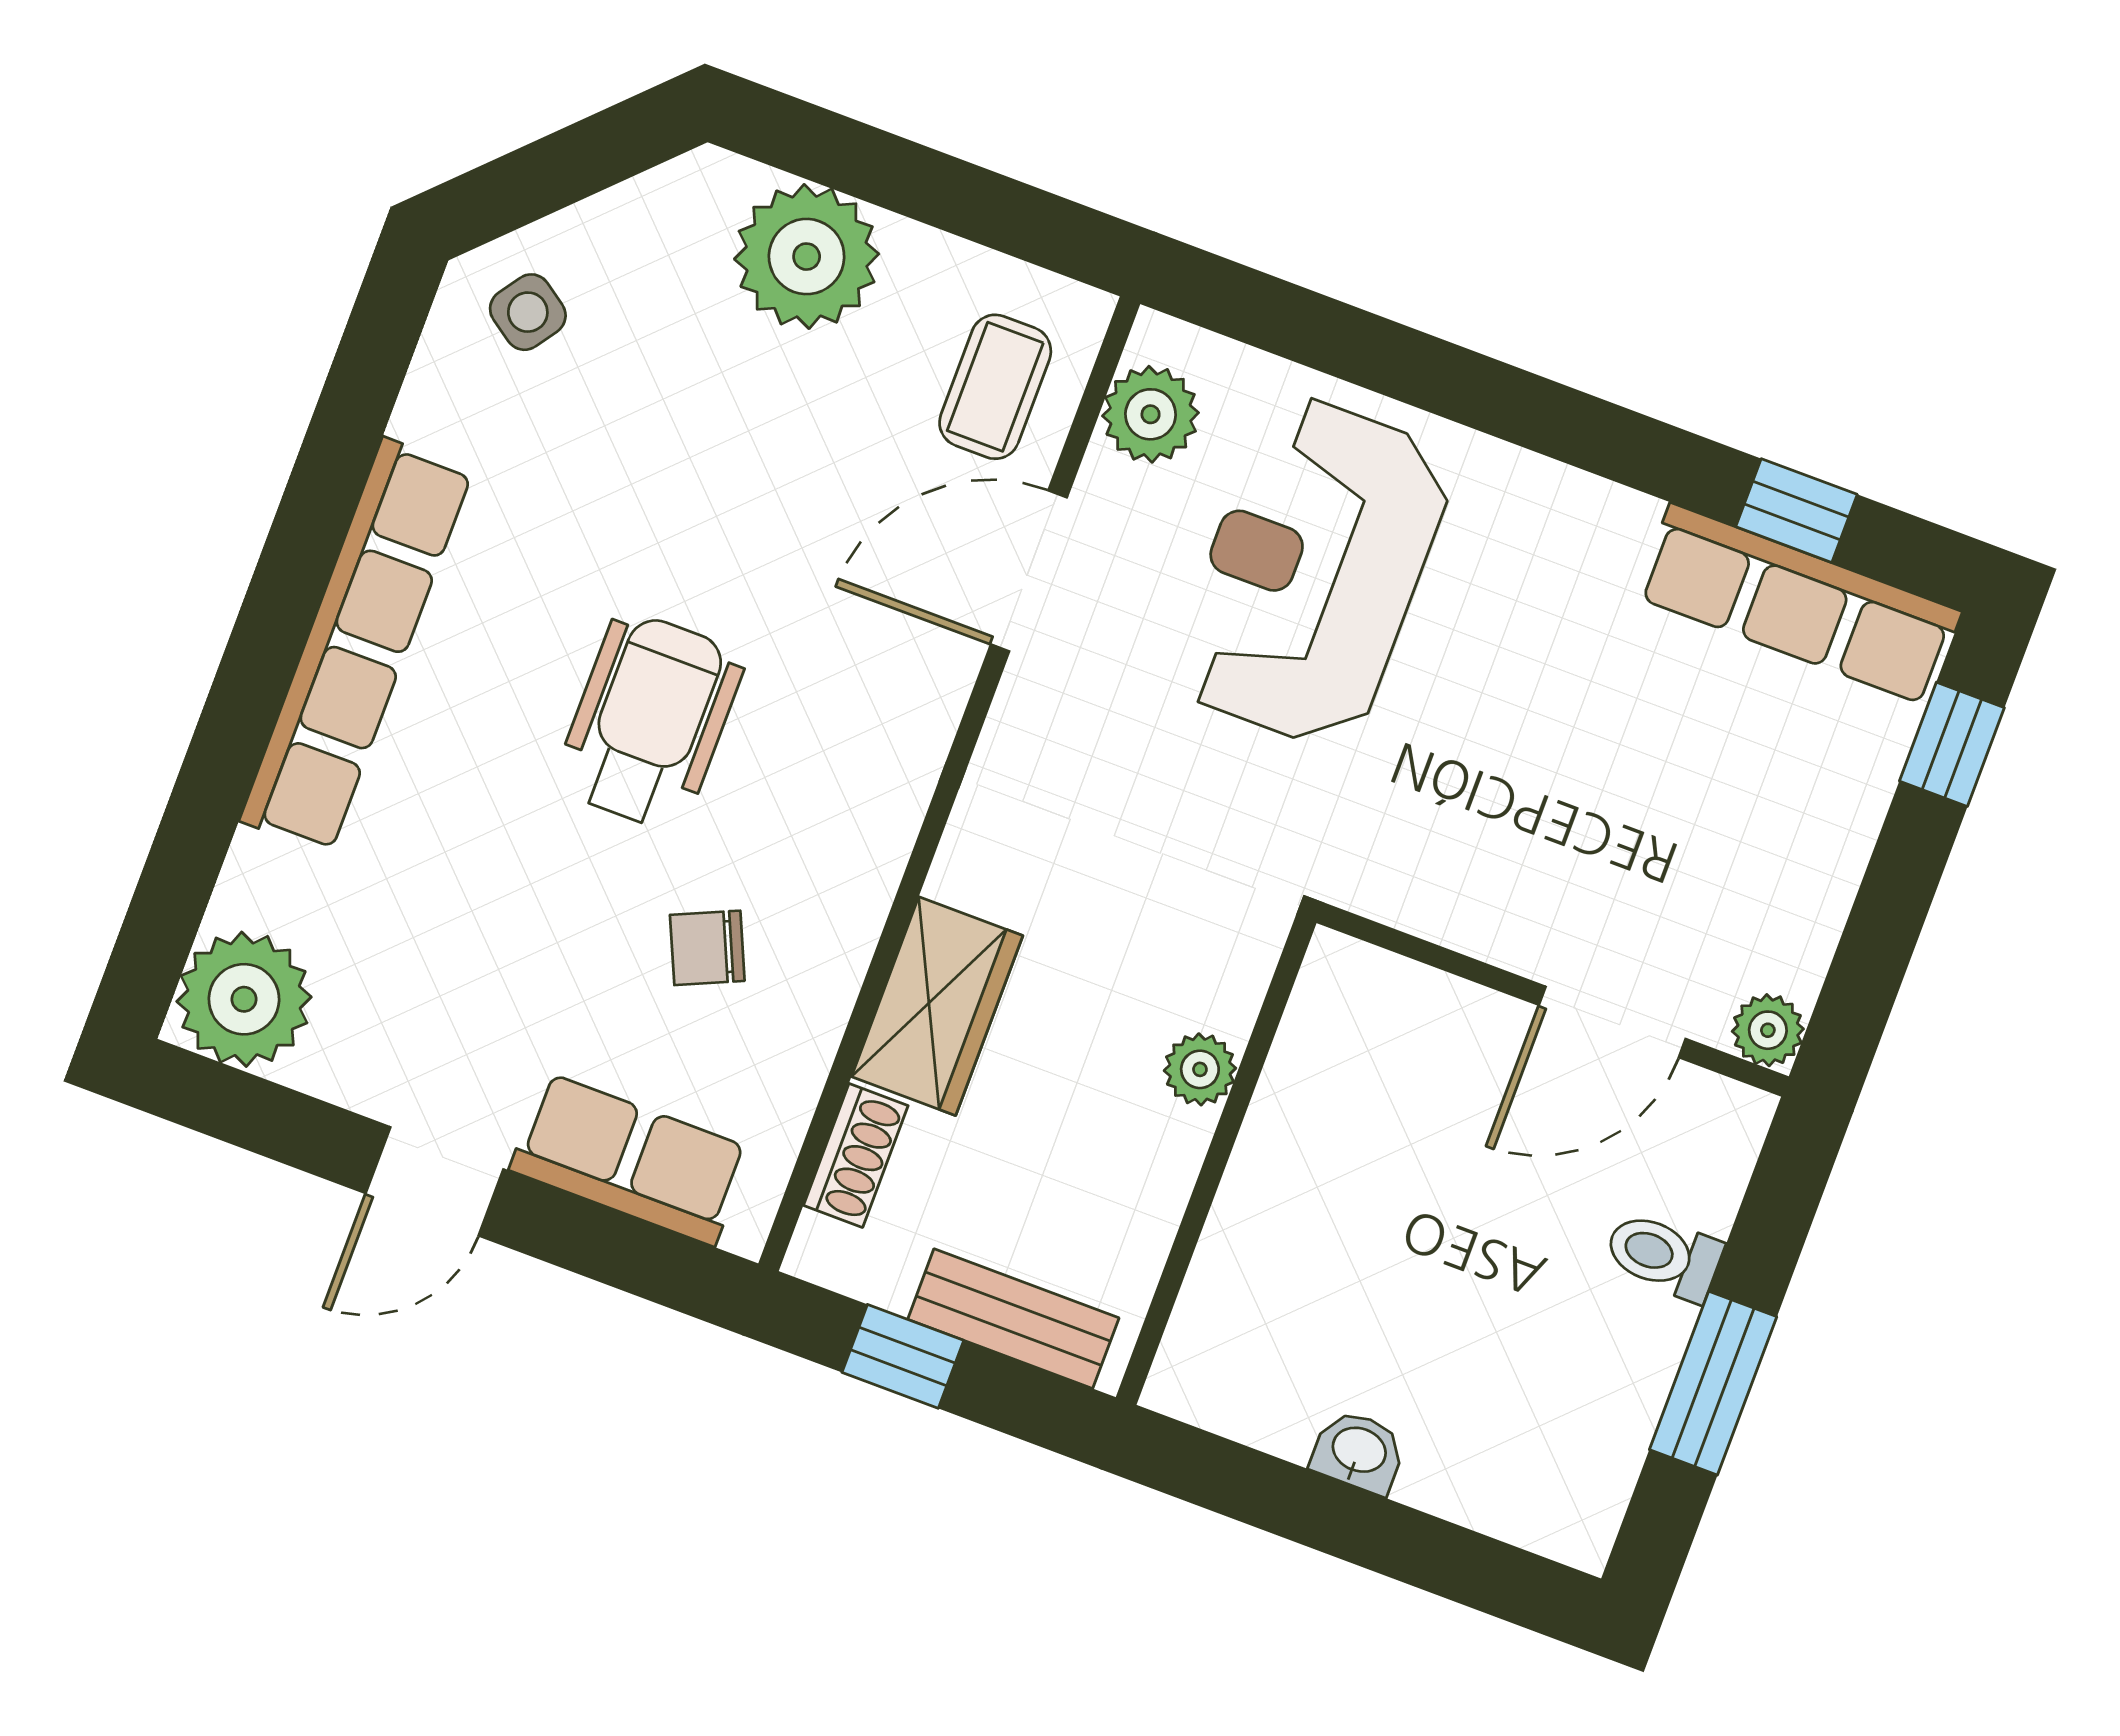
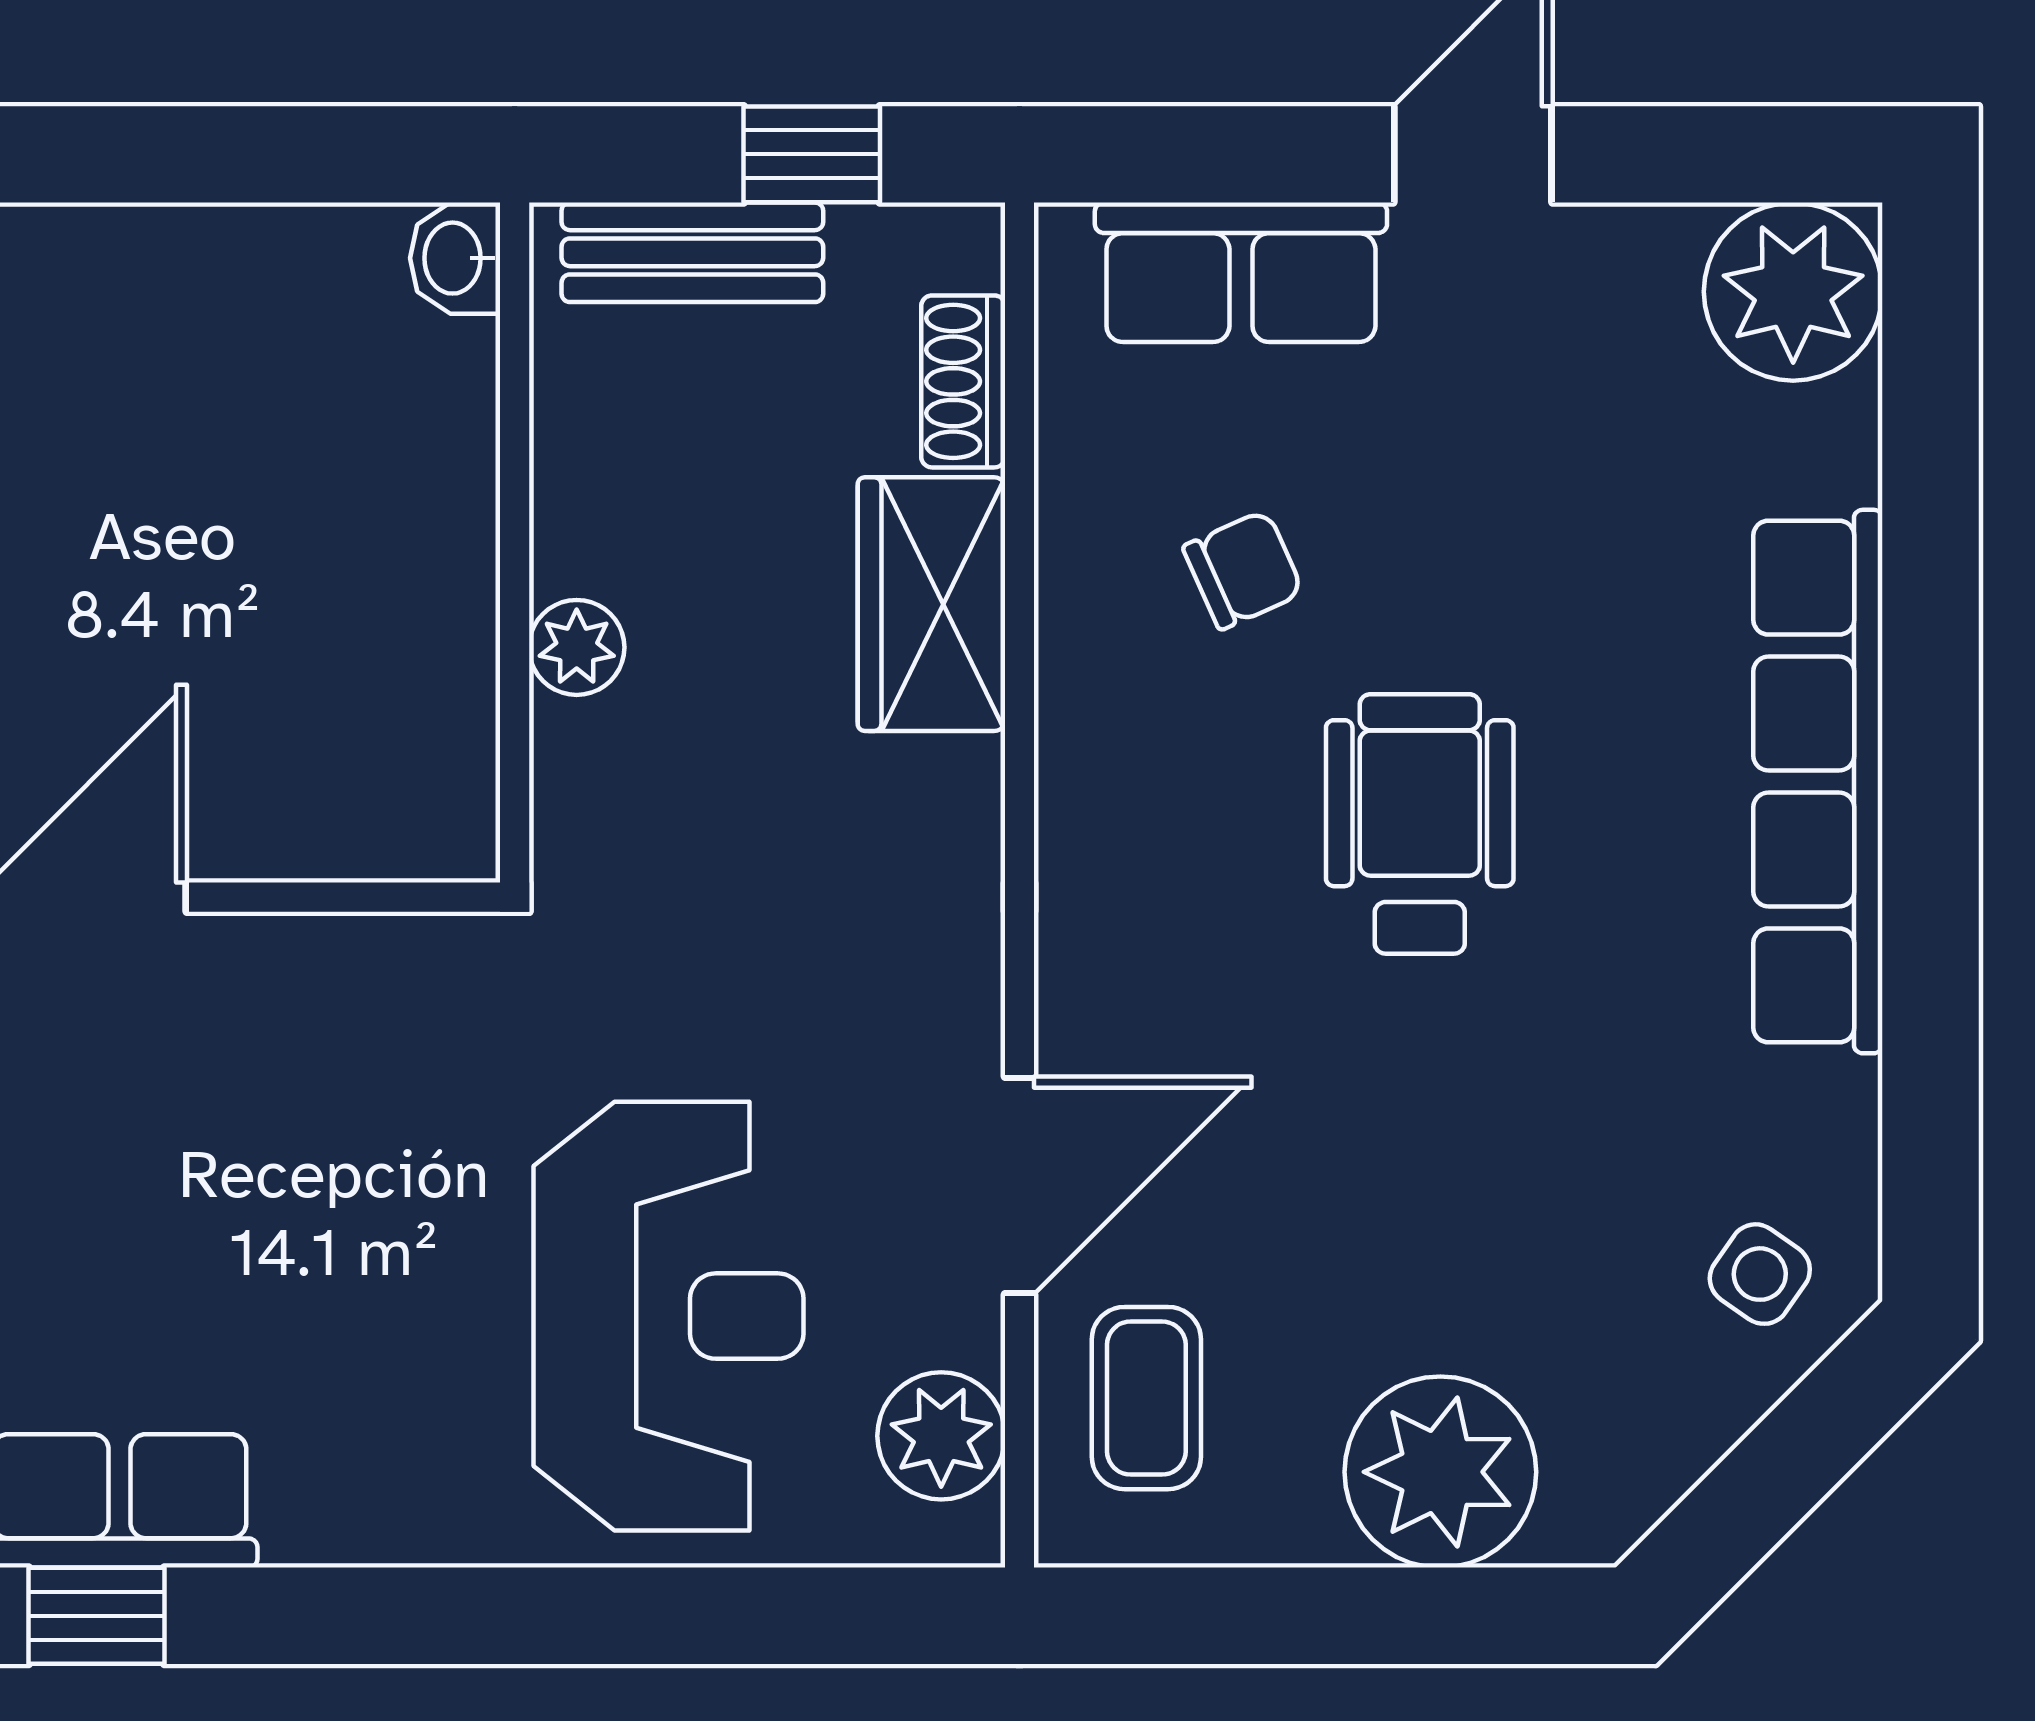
wheelchair: (649, 721) -> (1420, 824), turned 180
washbasin: (1359, 1452) -> (455, 258), moved, turned 90

